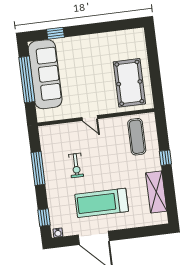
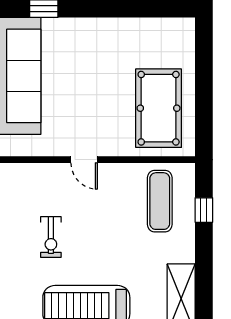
window: (165, 158) -> (204, 210), moved

